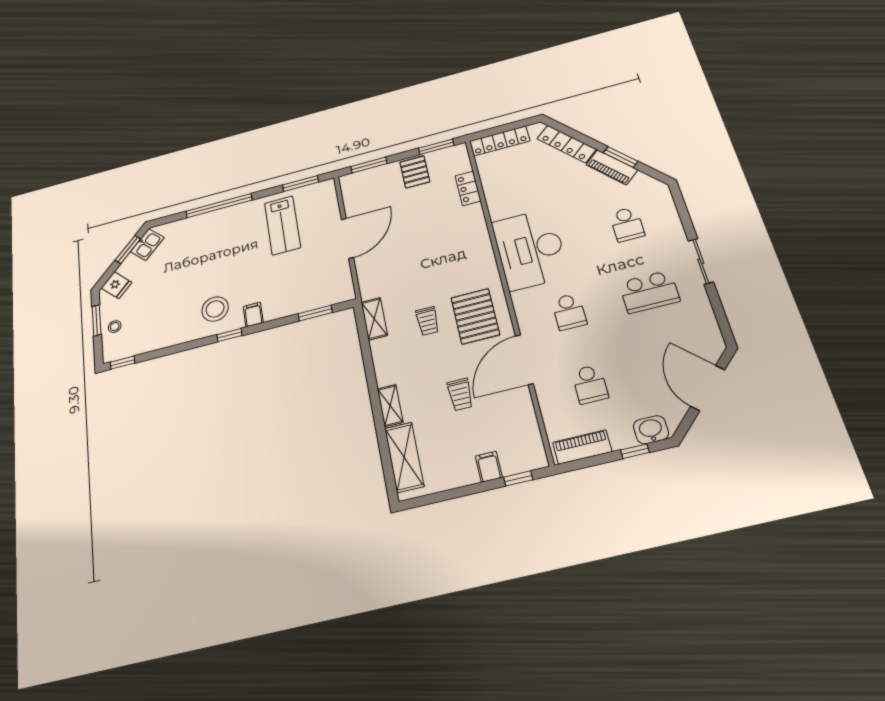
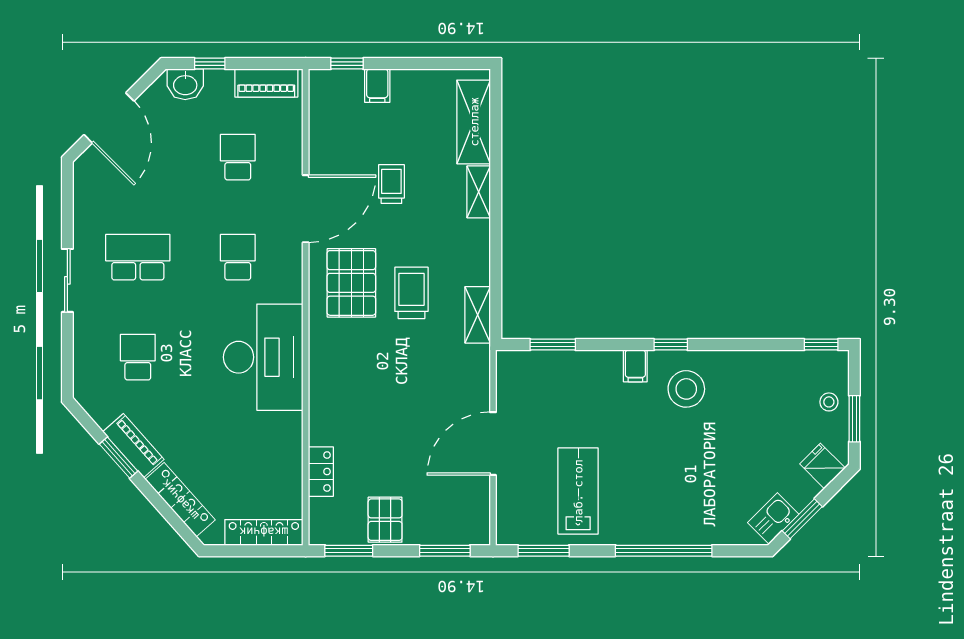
trolley: (427, 321) -> (411, 293), width x1.36, depth x1.39

